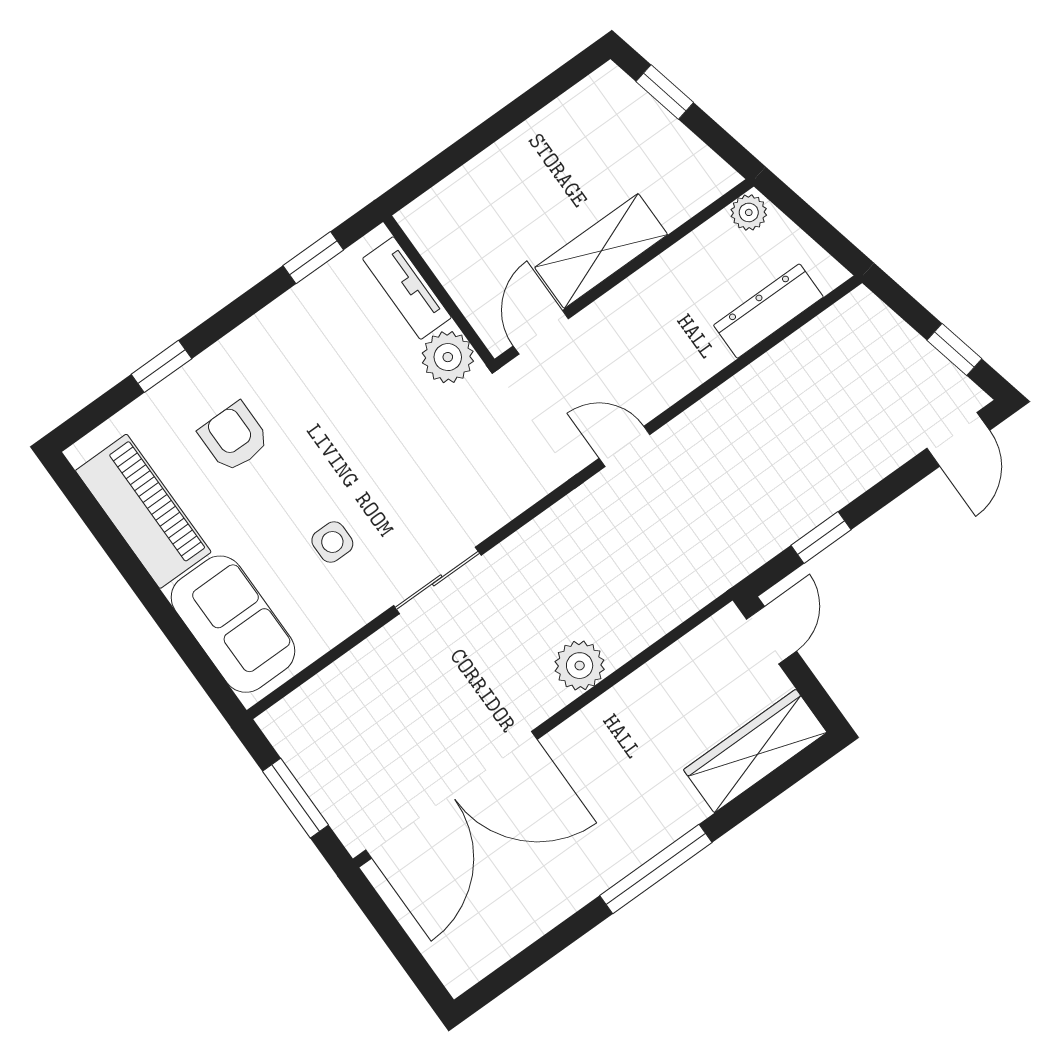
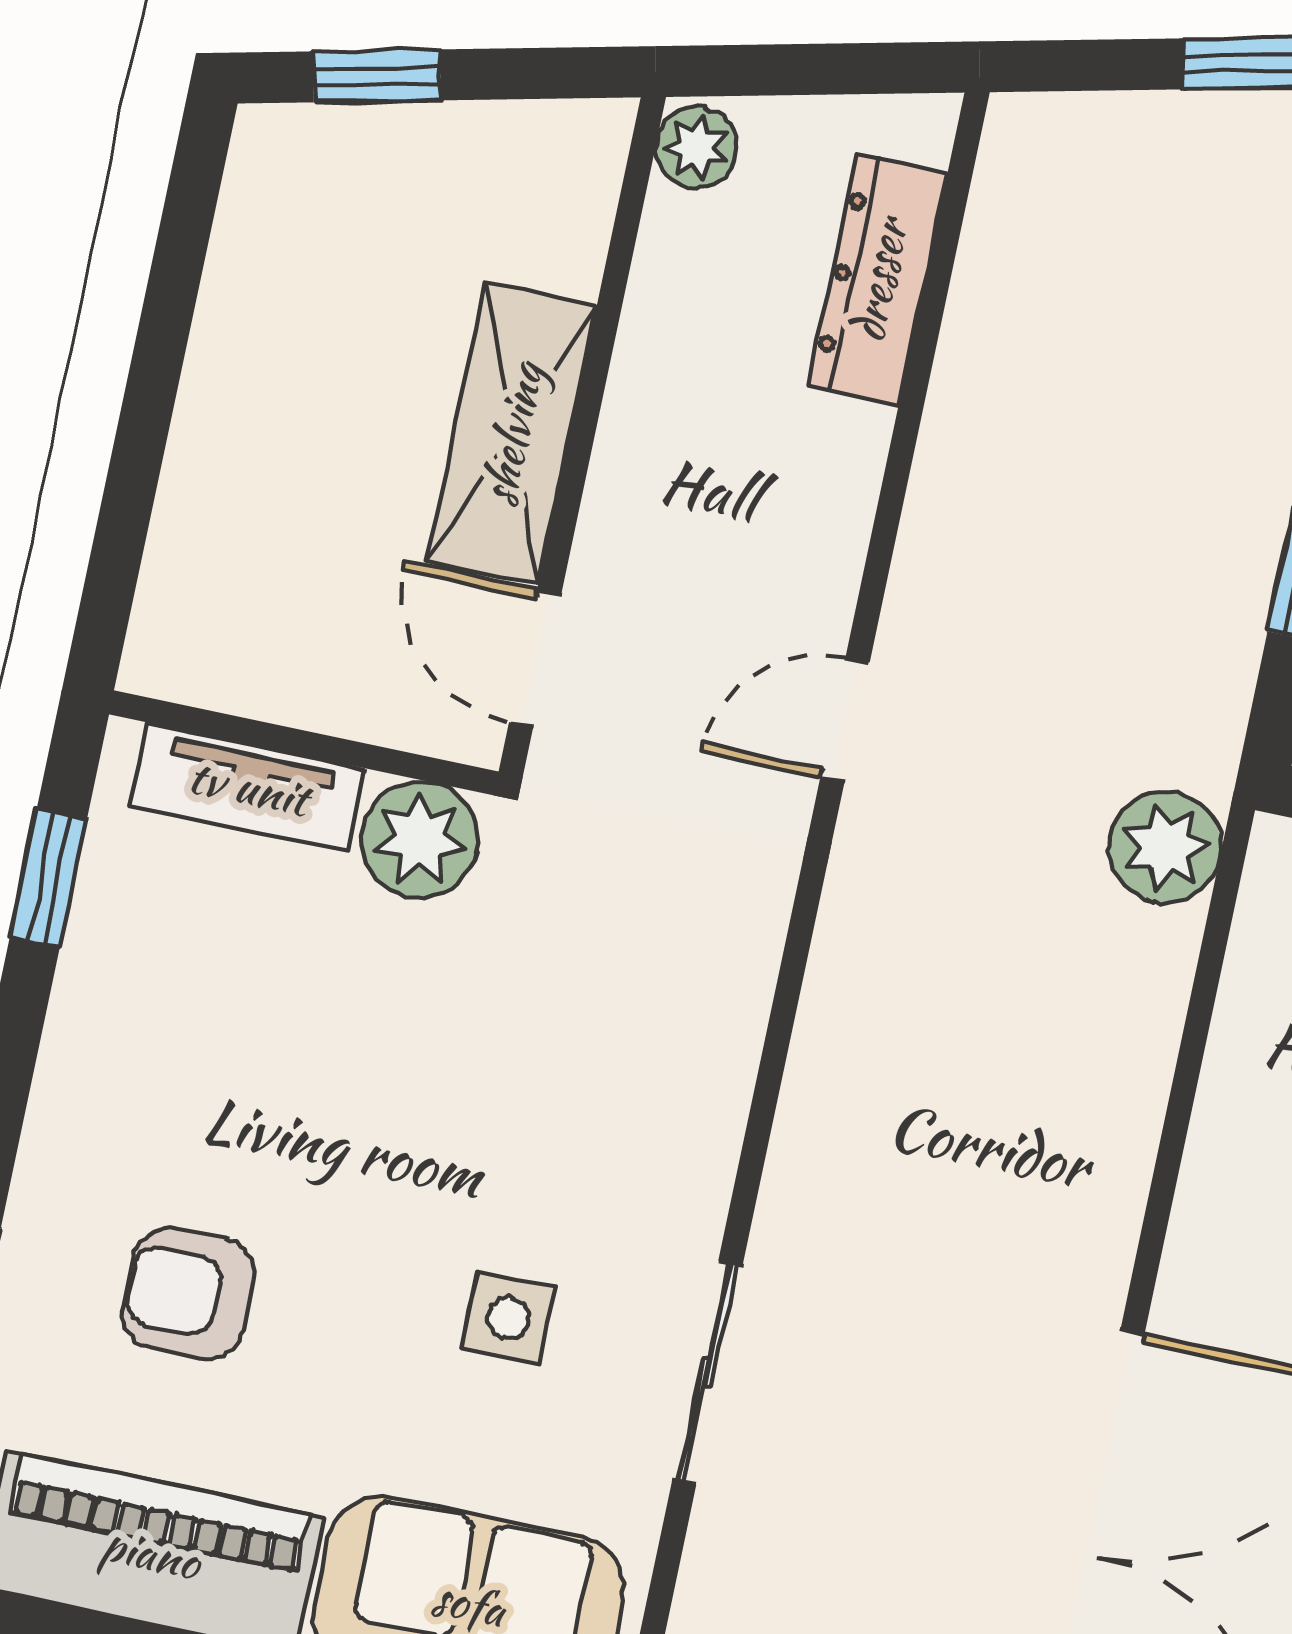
sliding door: (437, 580) -> (707, 1373), moved
plant: (580, 666) -> (1165, 847), moved

